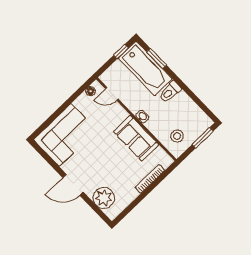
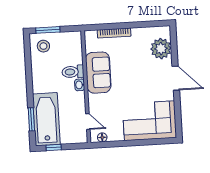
toilet: (170, 92) -> (73, 72), moved, turned 180
stool: (177, 136) -> (43, 46), moved

